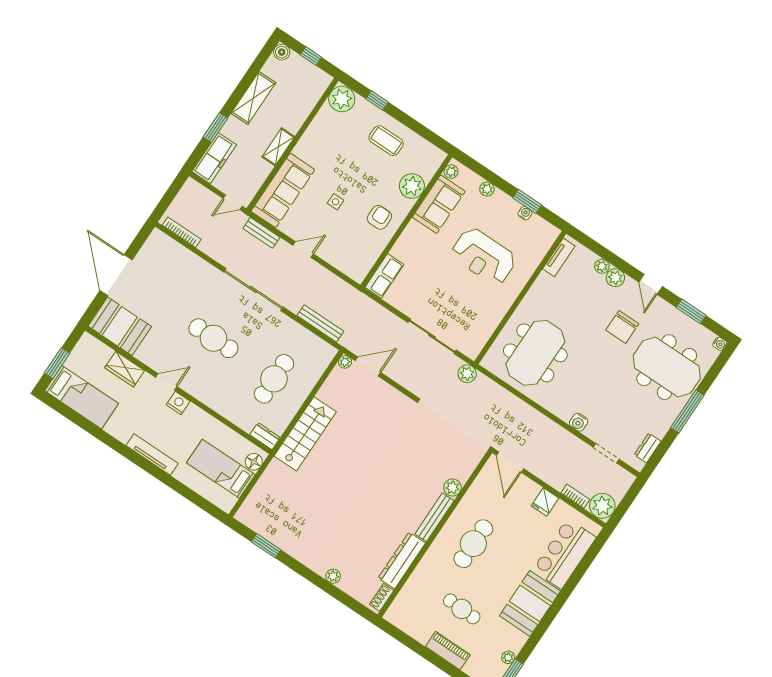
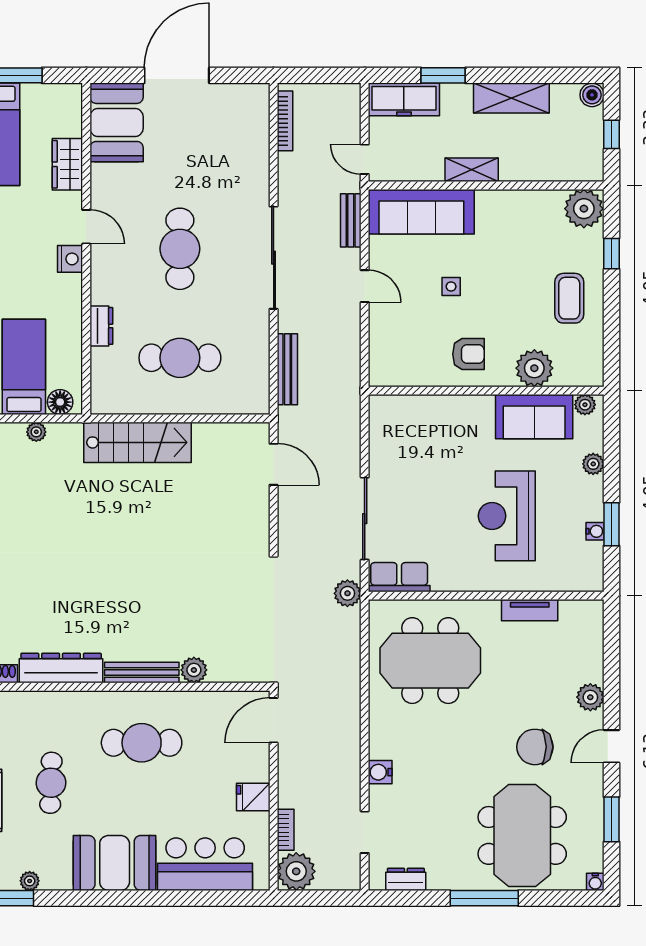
tv unit: (559, 257) -> (530, 610), moved
plant: (602, 266) -> (593, 671), removed
row of seats: (384, 276) -> (399, 577), moved, turned 180
plant: (345, 362) -> (36, 432), moved
dresser: (265, 436) -> (101, 326), moved

